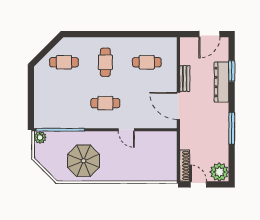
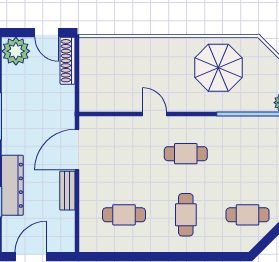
door: (178, 106) -> (77, 150), swing flipped

